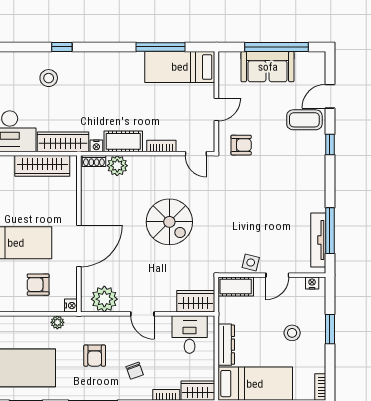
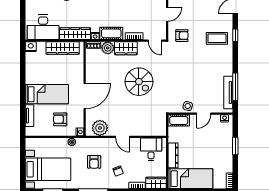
coffee table: (304, 120) -> (217, 38), moved
wardrobe: (196, 301) -> (126, 48), moved, turned 180
stool: (292, 333) -> (213, 148), removed

